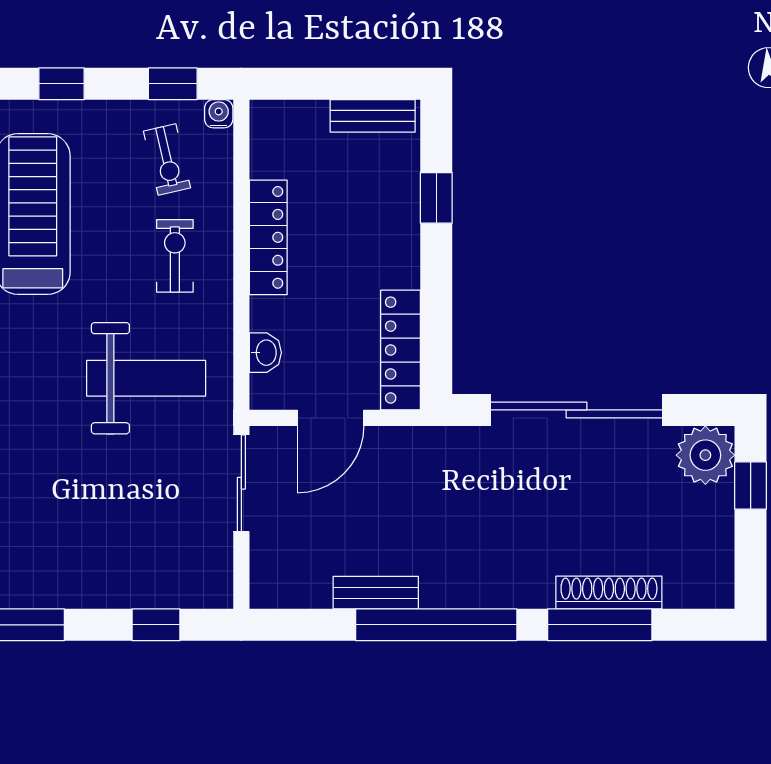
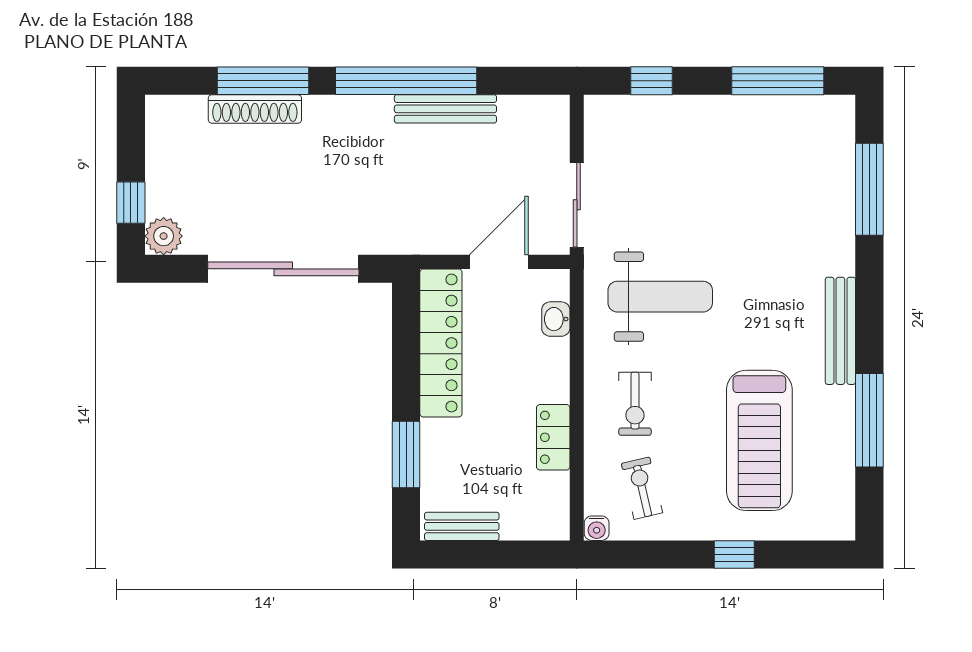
window: (173, 84) -> (637, 554), removed
window: (436, 198) -> (406, 455), width x1.50
locker: (268, 237) -> (553, 437), width x0.66
locker: (401, 350) -> (441, 343), width x1.41, depth x1.21
weight bench: (146, 378) -> (660, 297), turned 180
plant: (705, 455) -> (164, 236), width x0.73, depth x0.73
bench: (376, 593) -> (445, 109), width x1.36

